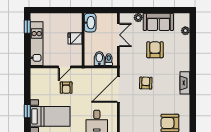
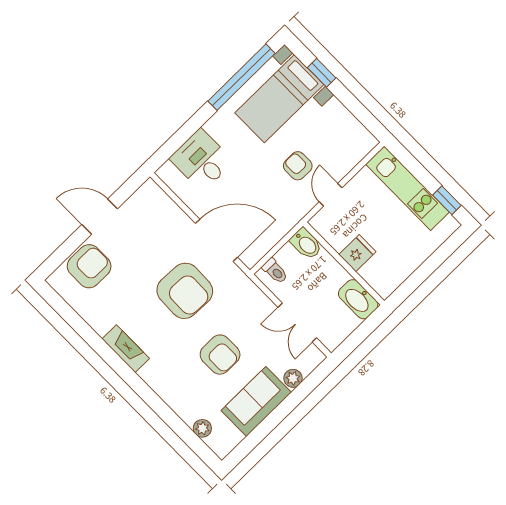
bidet: (99, 59) -> (306, 244), moved
armchair: (146, 83) -> (185, 291), width x1.88, depth x1.88
door: (118, 89) -> (216, 240), hinge flipped

